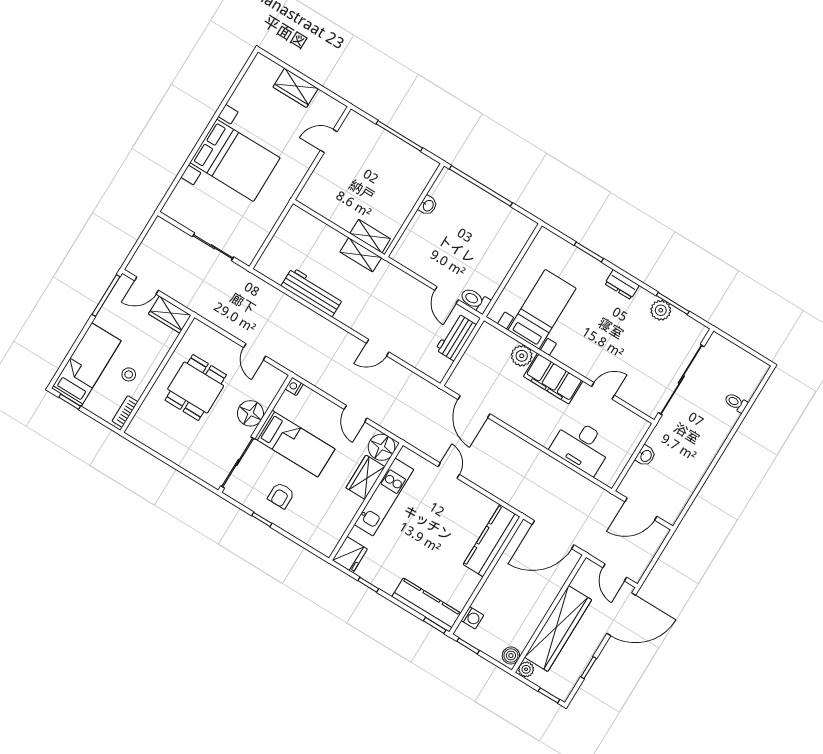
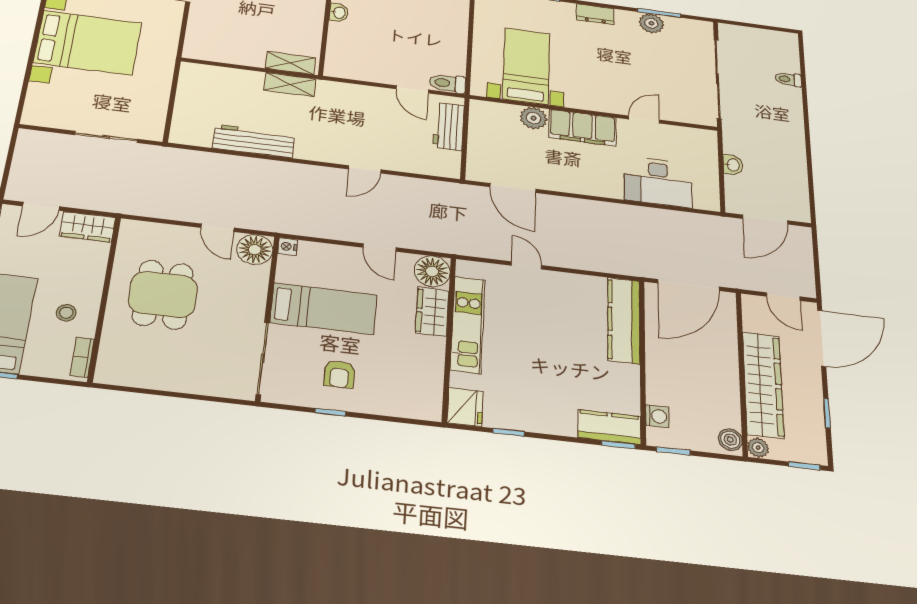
floor lamp: (250, 413) -> (255, 250), moved
kitchen counter: (426, 605) -> (609, 427), width x0.67

